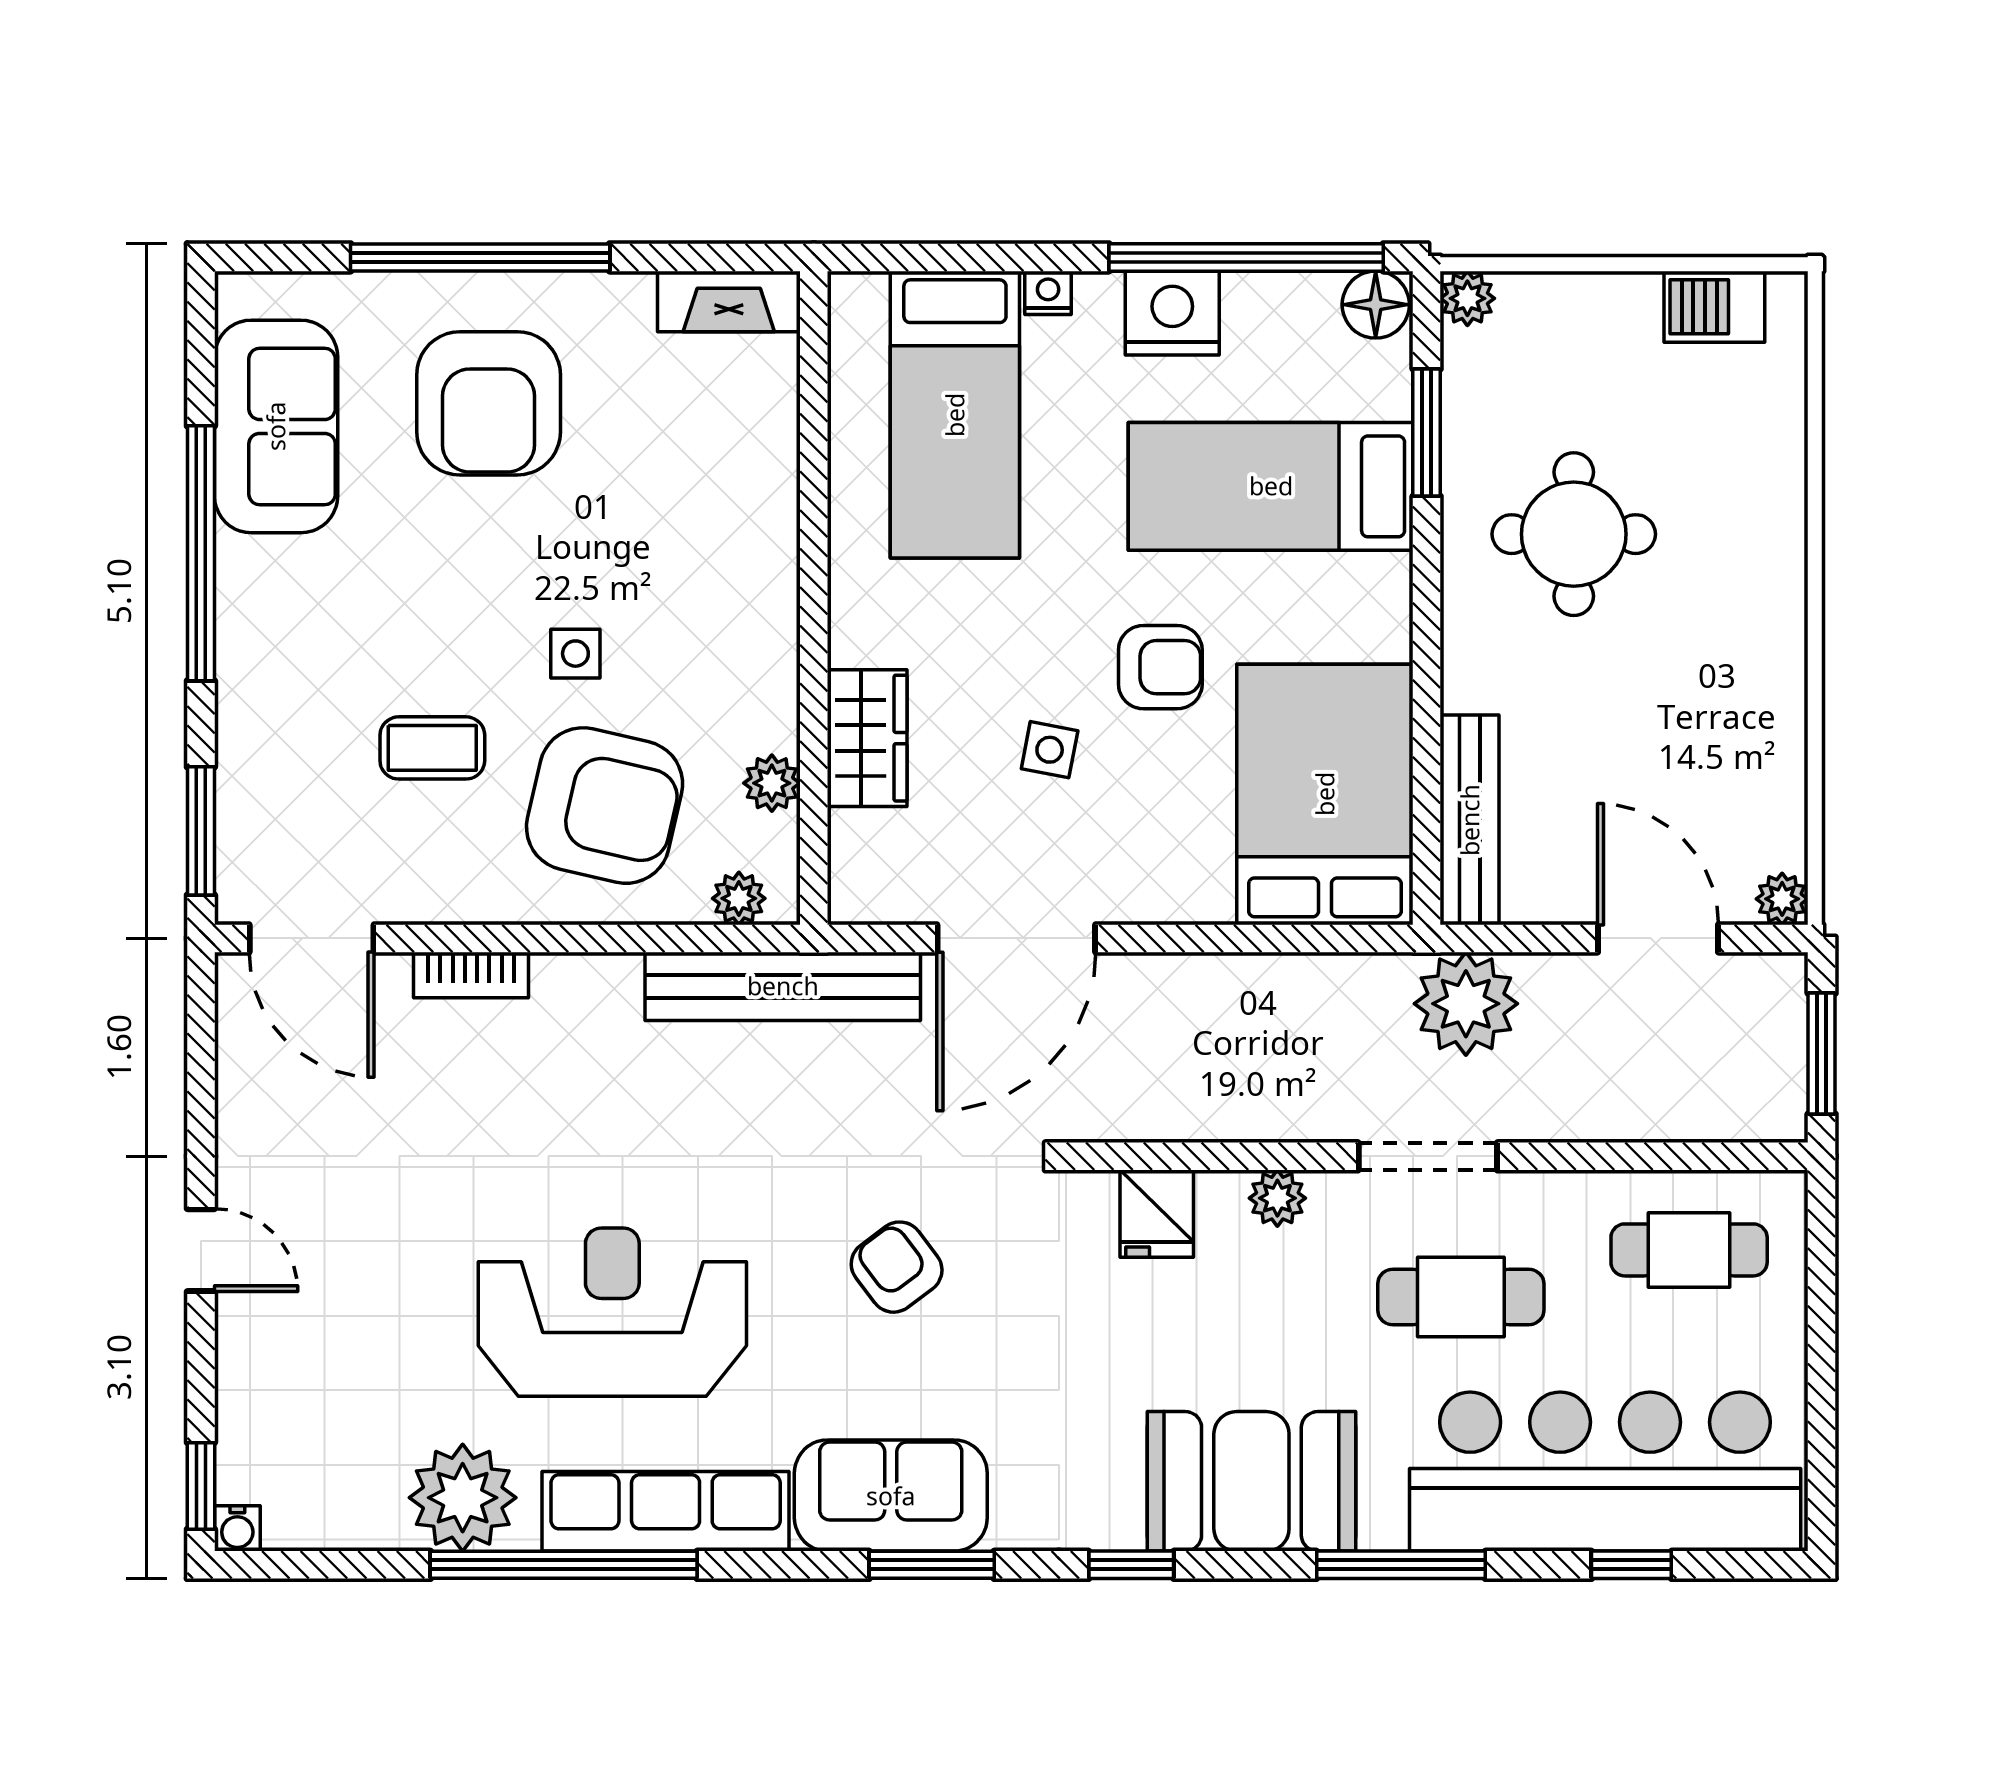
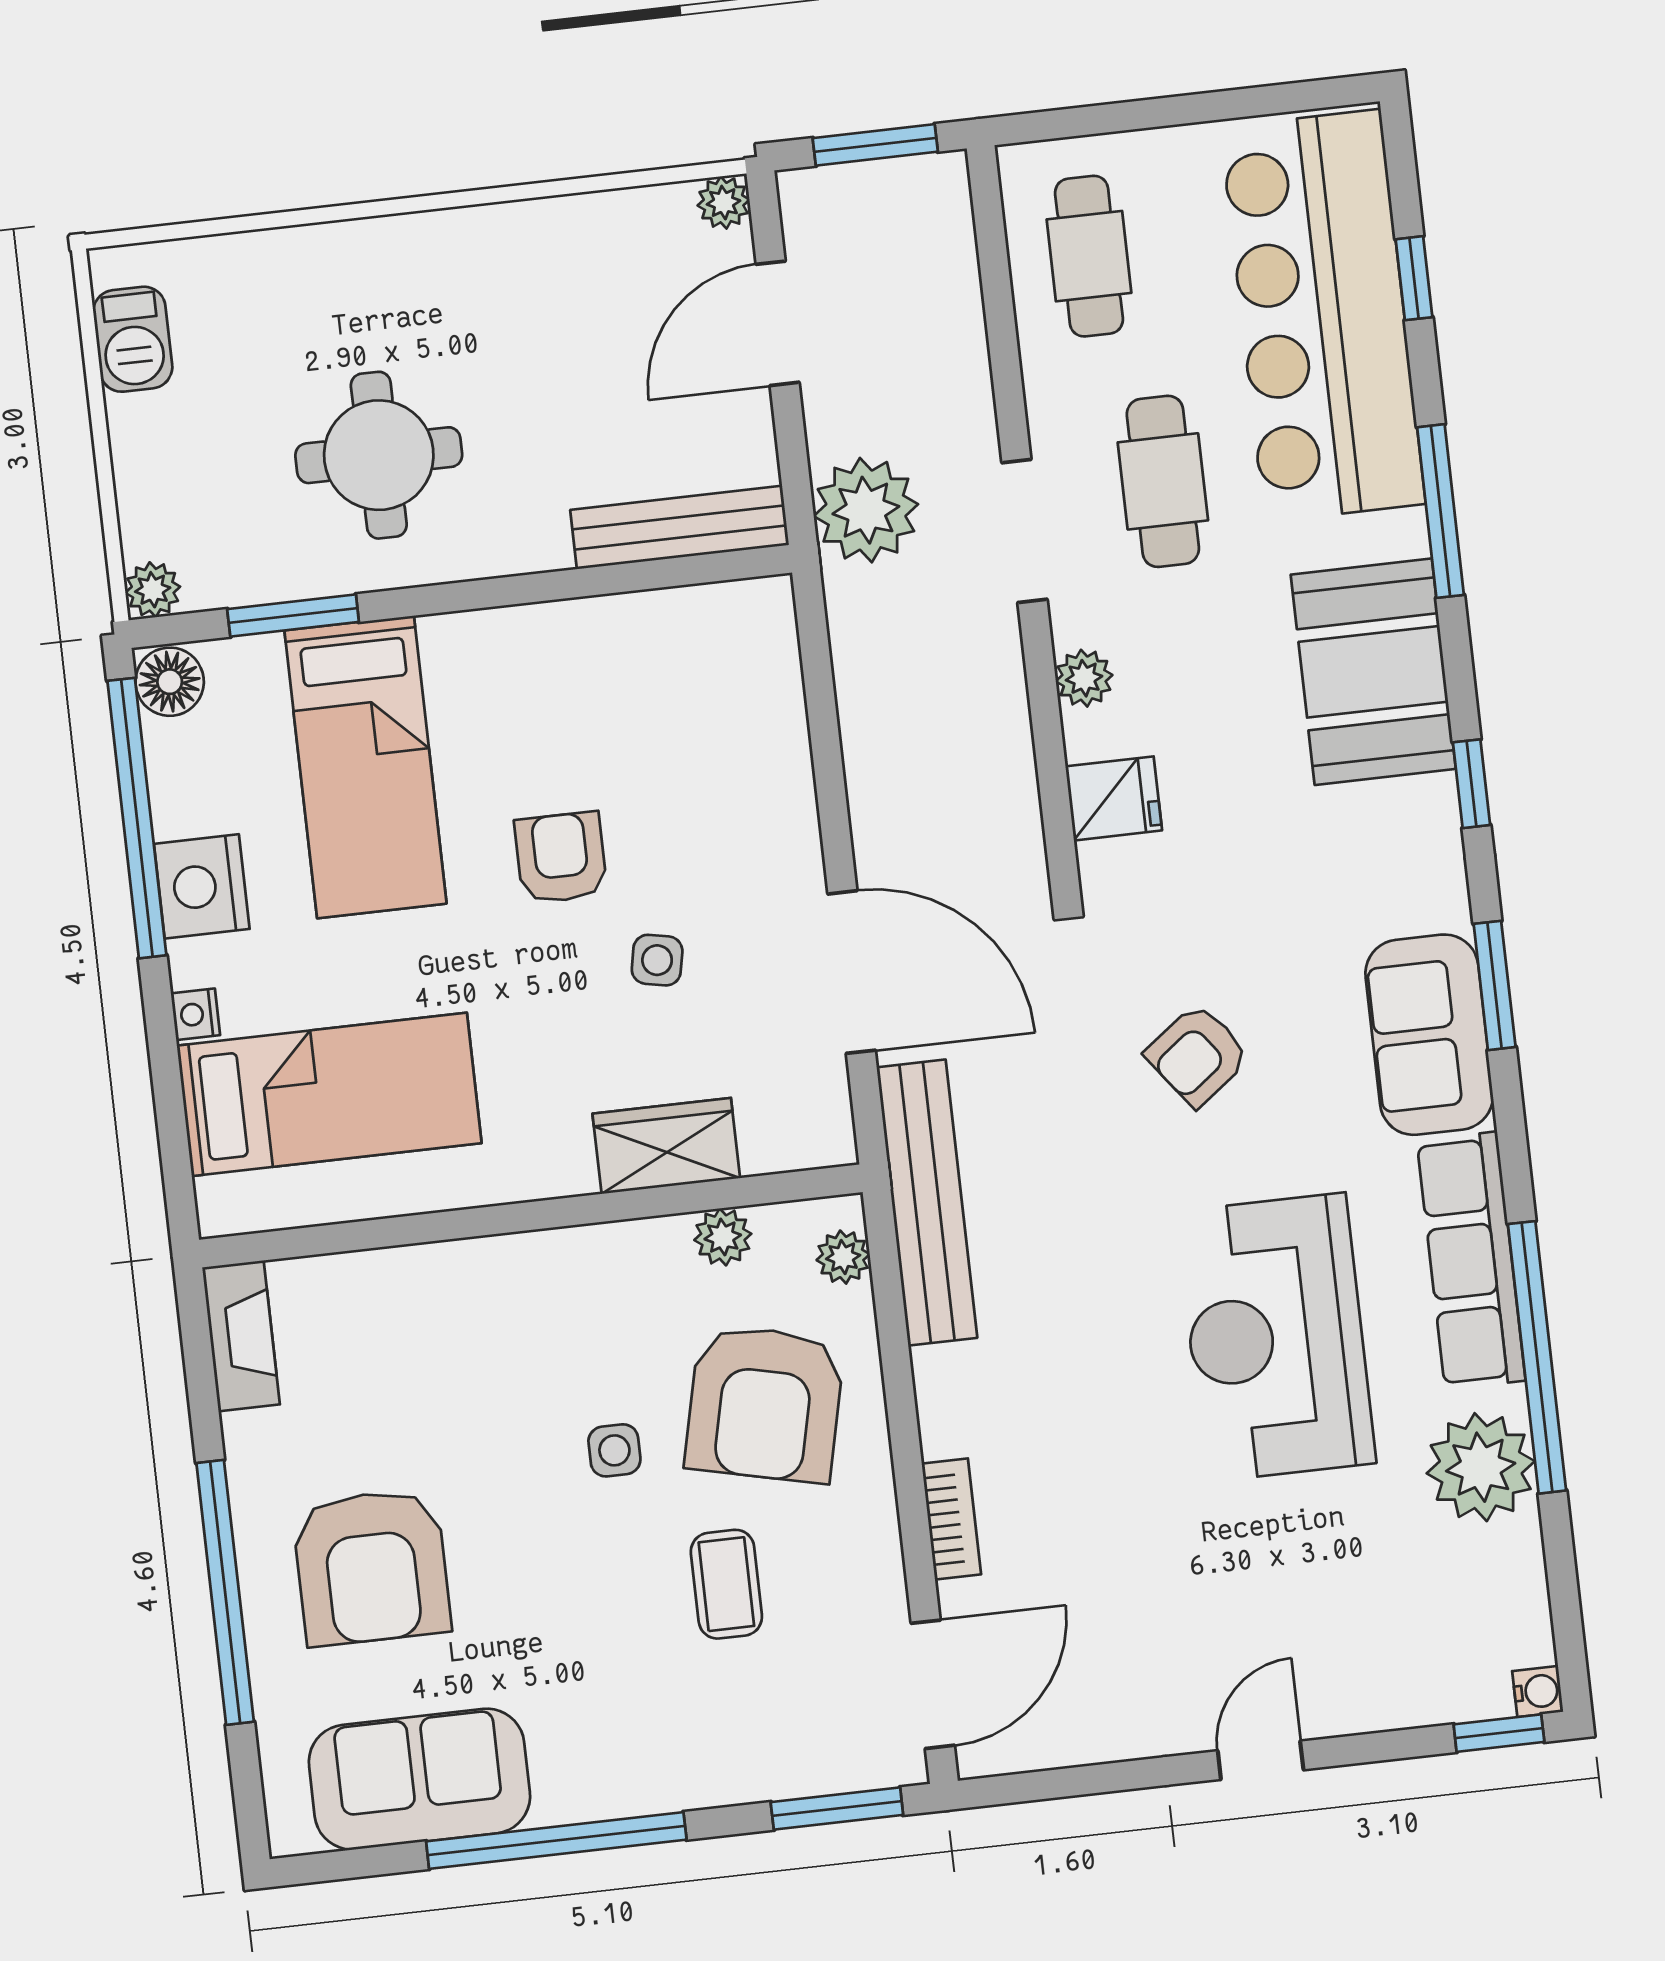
armchair: (489, 403) -> (372, 1567), turned 90
bed: (1325, 794) -> (671, 677), removed
armchair: (605, 806) -> (765, 1404), turned 180

